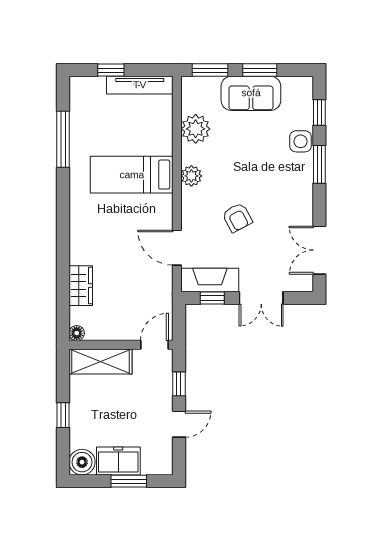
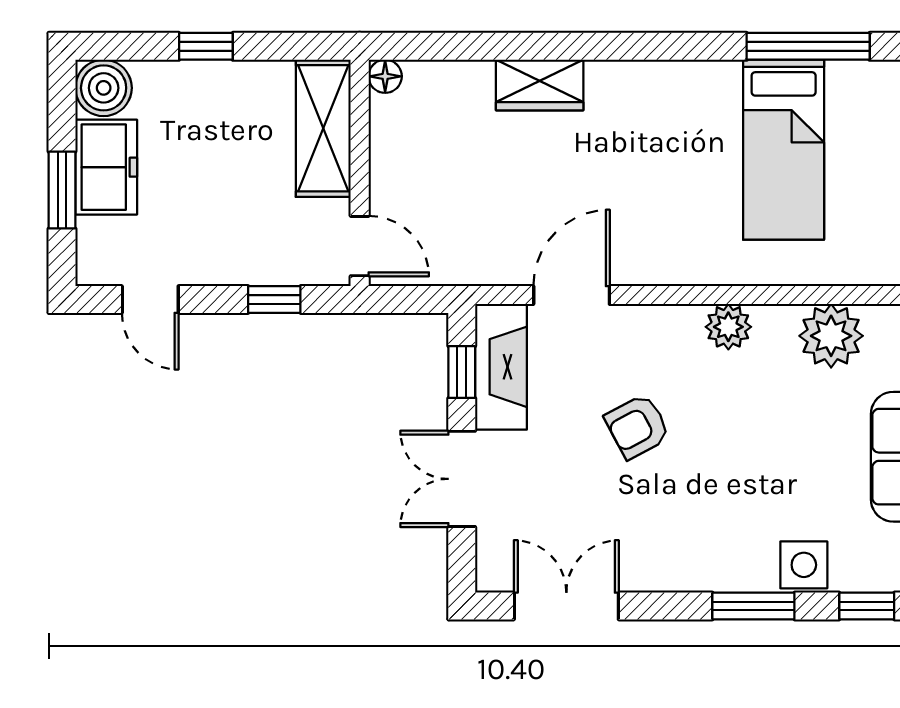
bed: (132, 175) -> (784, 150), moved, turned 180
wardrobe: (81, 286) -> (540, 85), moved
door: (179, 424) -> (150, 300), moved

